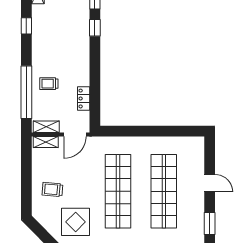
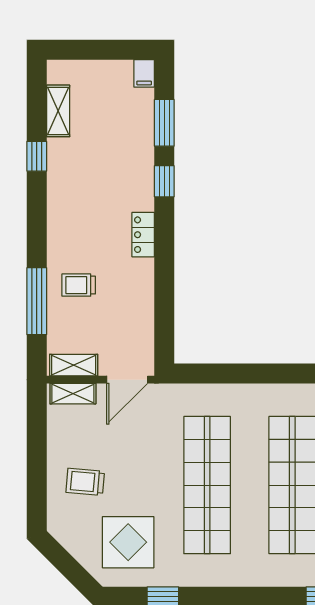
window: (26, 26) -> (37, 156), moved
window: (26, 92) -> (37, 301), width x0.68
locker: (84, 99) -> (143, 235), moved

